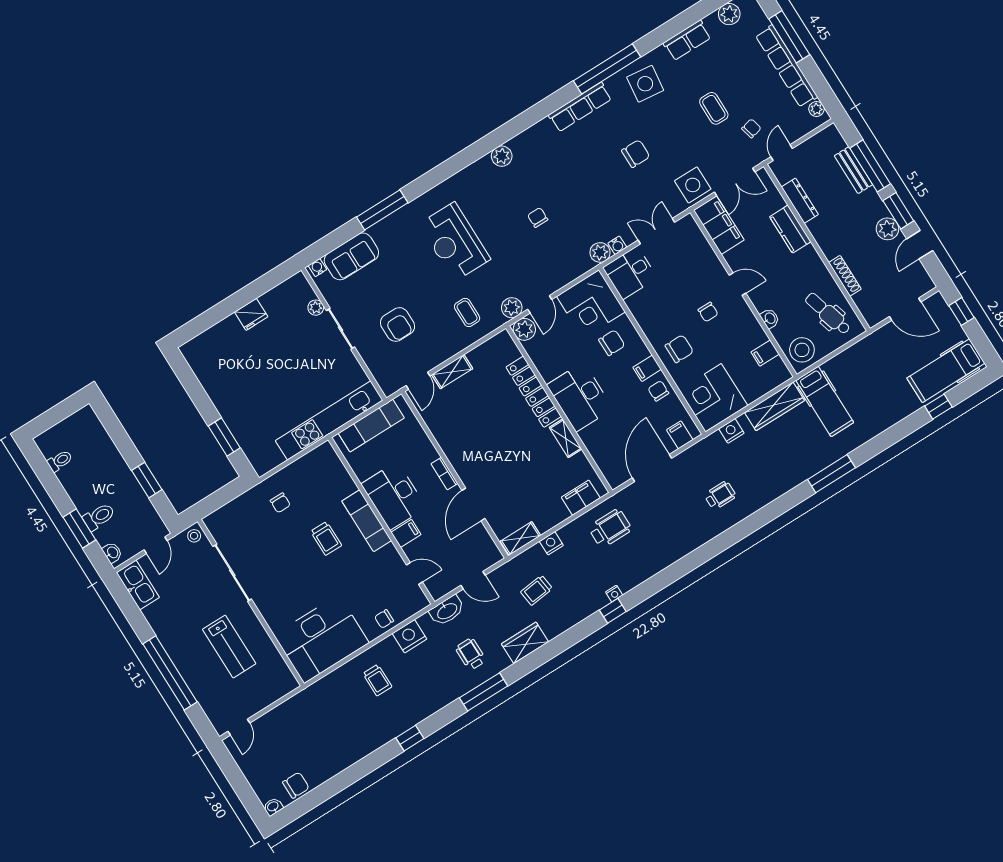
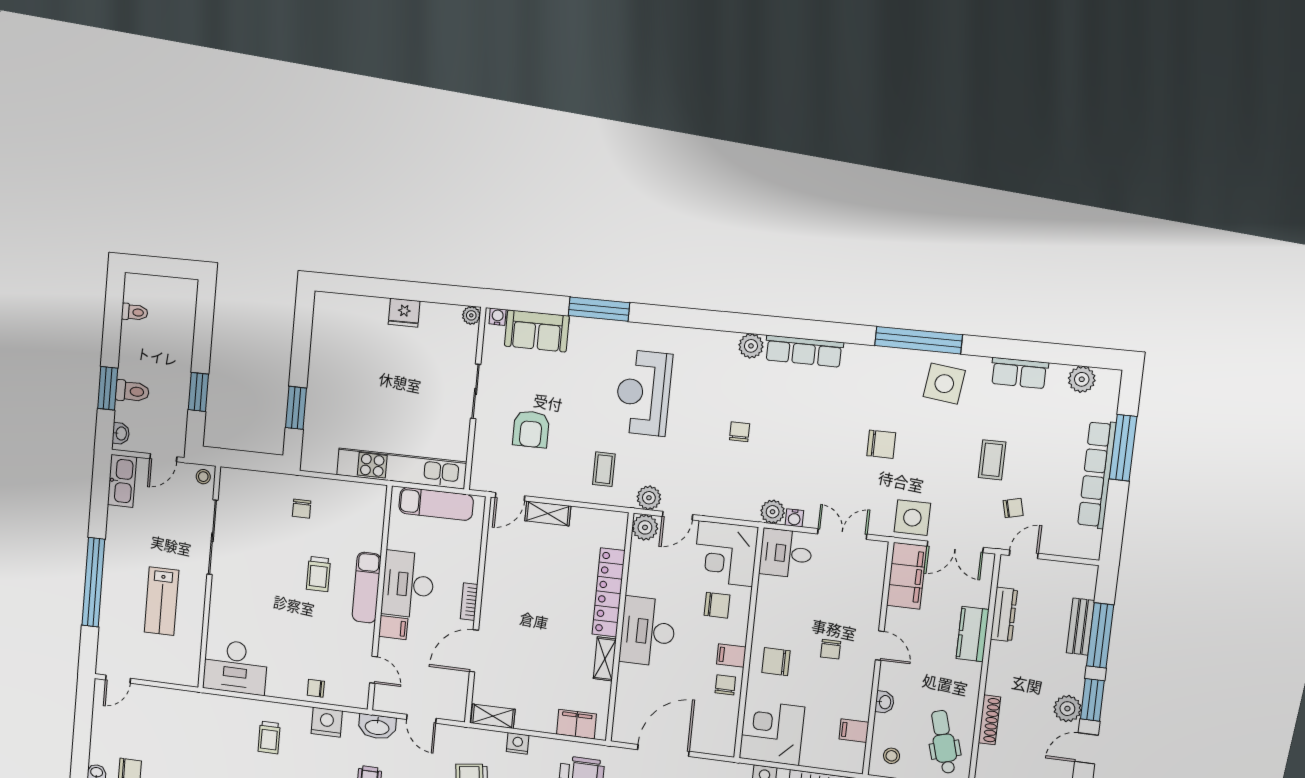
row of seats: (580, 107) -> (804, 351), moved
plant: (816, 109) -> (1092, 539), removed
plant: (316, 308) -> (471, 315), moved
chair: (679, 349) -> (776, 662), turned 180
stool: (802, 350) -> (892, 756), width x0.53, depth x0.53
filing cabinet: (680, 435) -> (713, 741), removed
desk: (321, 639) -> (235, 667), width x0.73, depth x0.77

